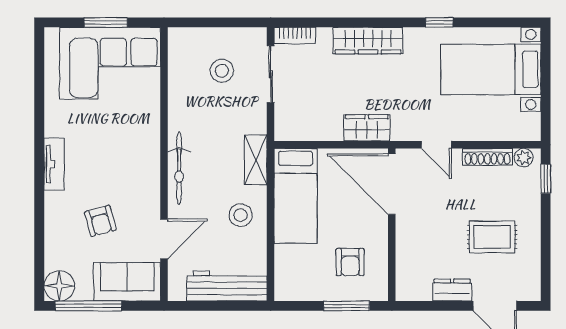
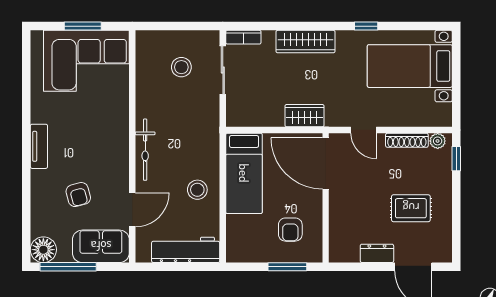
shelving: (256, 160) -> (210, 143), removed

